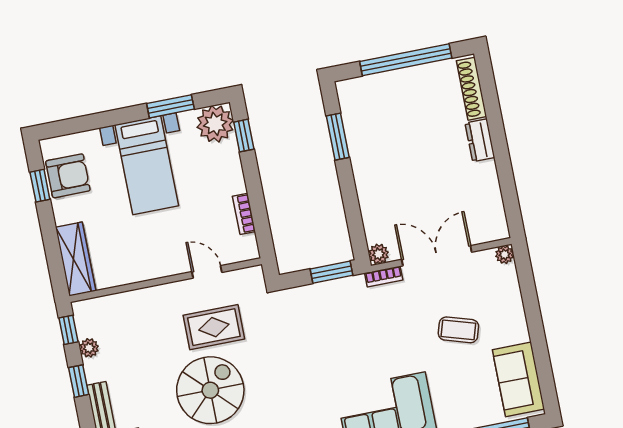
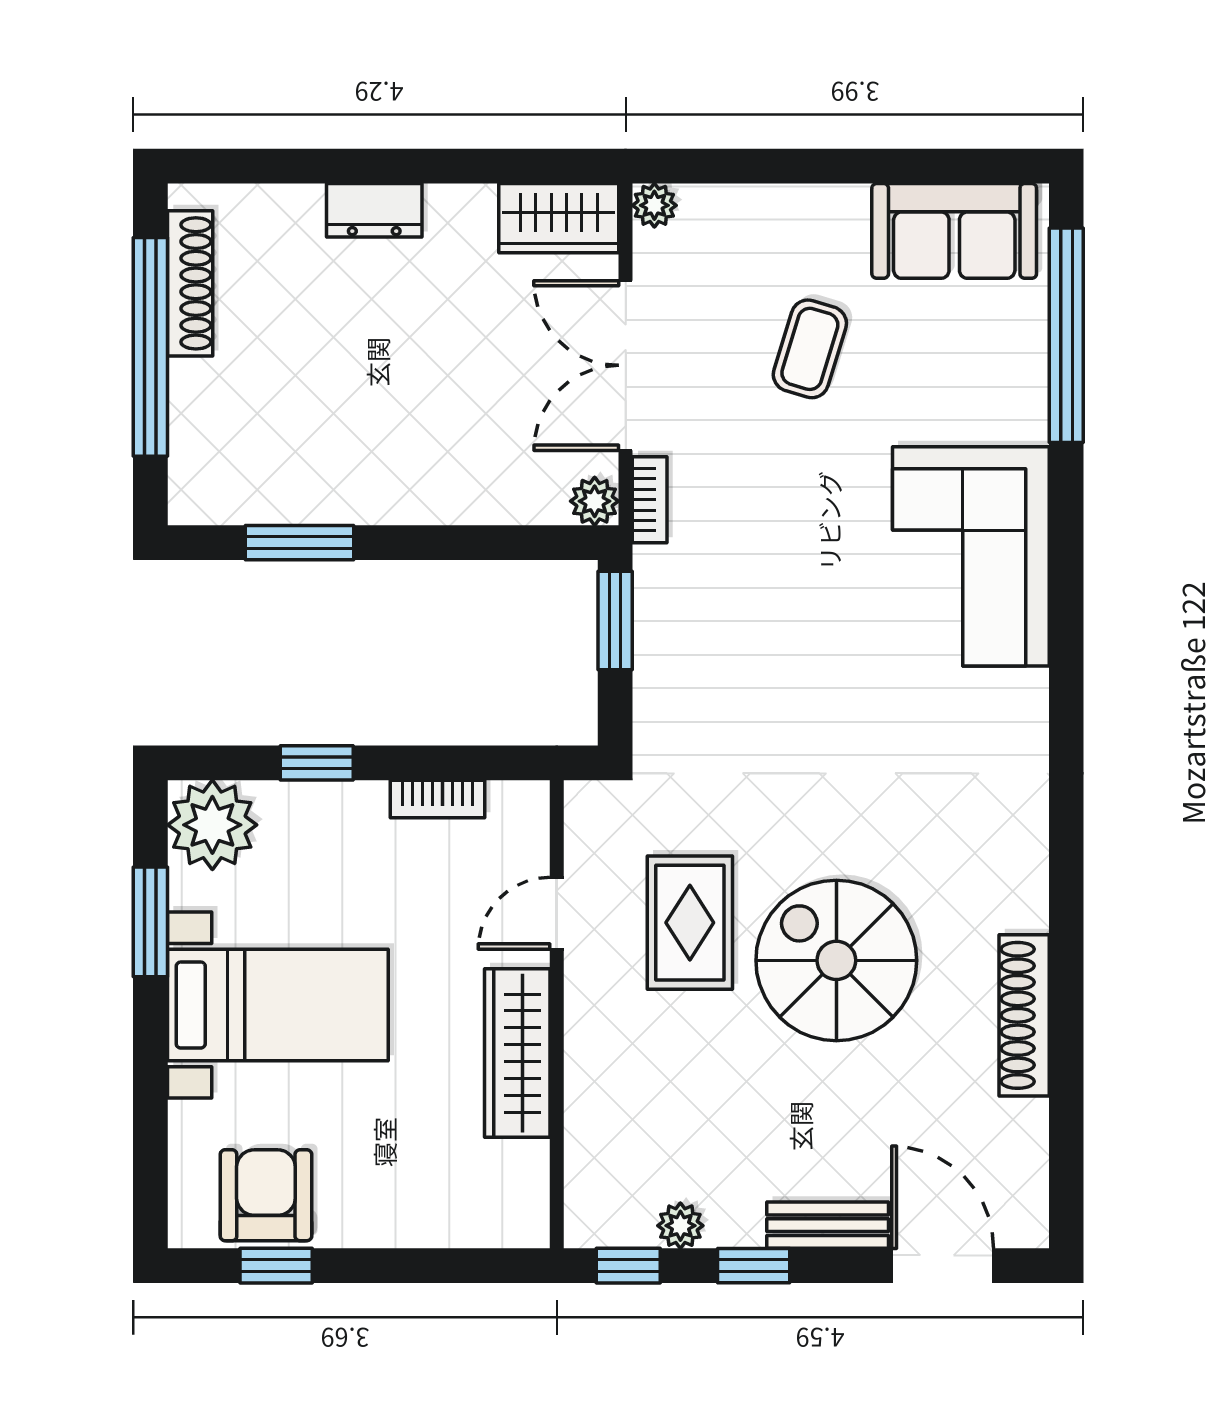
shoe rack: (472, 89) -> (190, 283), moved, turned -90
window: (244, 136) -> (317, 763), moved
wardrobe: (492, 216) -> (559, 218), added
wardrobe: (76, 259) -> (517, 1053), moved, turned -90

